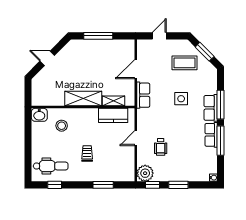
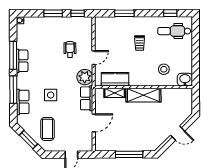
coffee table: (184, 63) -> (48, 129), turned 90
row of seats: (211, 108) -> (23, 102), moved
plant: (145, 173) -> (85, 77), moved

